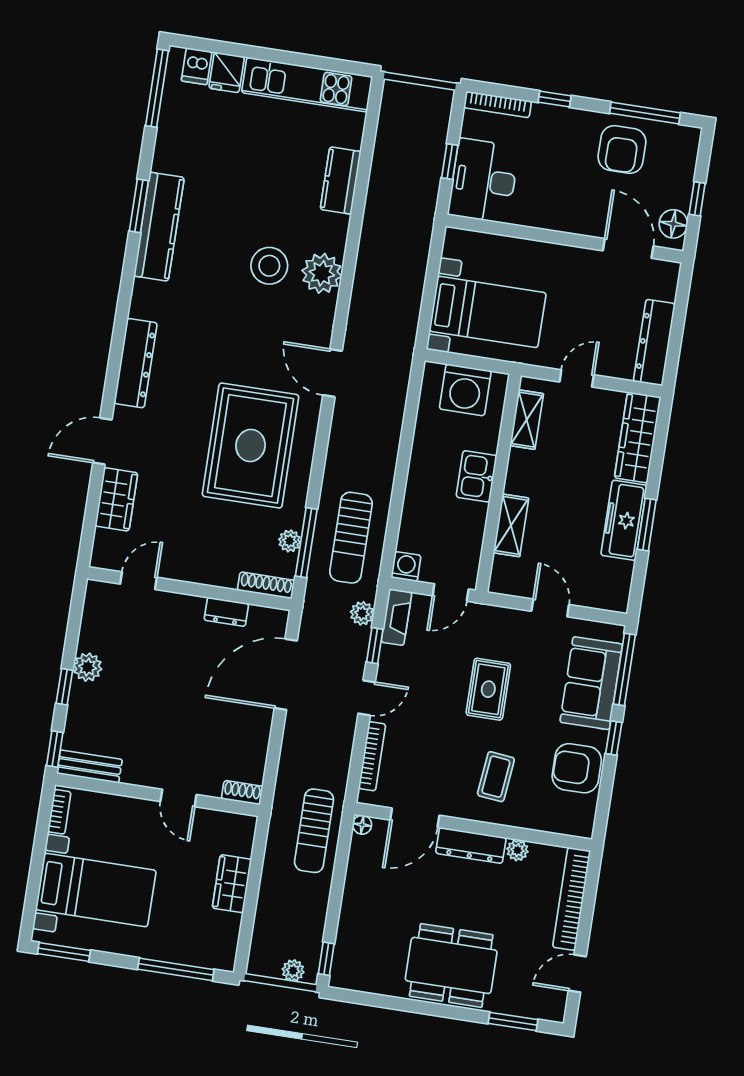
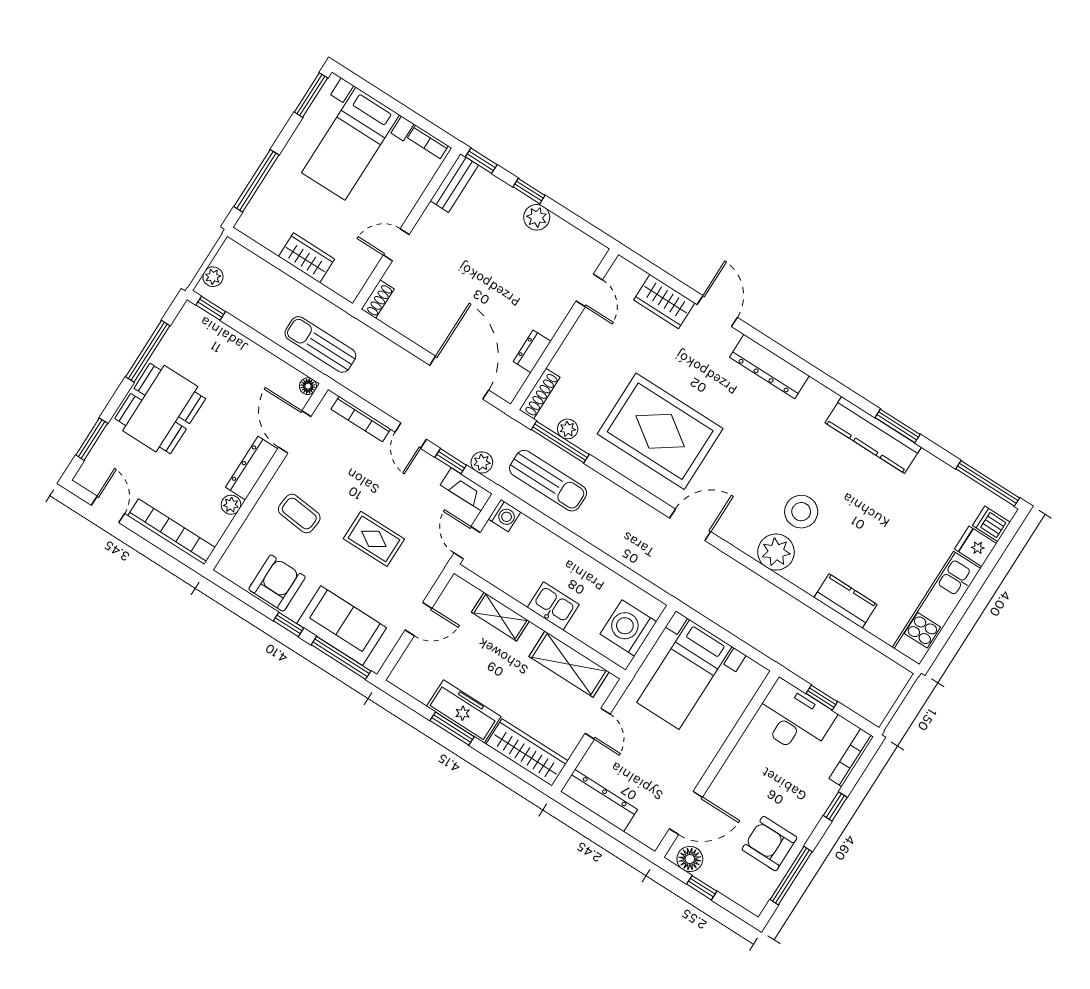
shelving: (527, 420) -> (569, 664), width x1.50, depth x1.33
sun lounger: (351, 538) -> (548, 481), turned 180
window: (398, 1004) -> (148, 351), added

